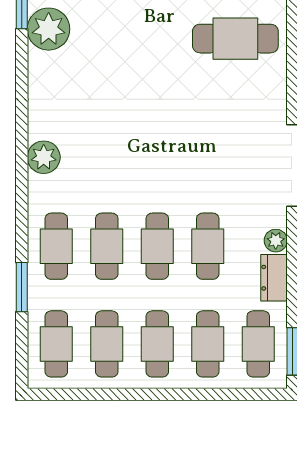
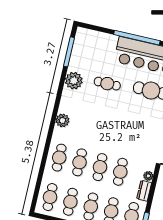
plant: (49, 29) -> (74, 81), moved
cafe table: (129, 46) -> (107, 84), added
window: (22, 287) -> (41, 171), removed

